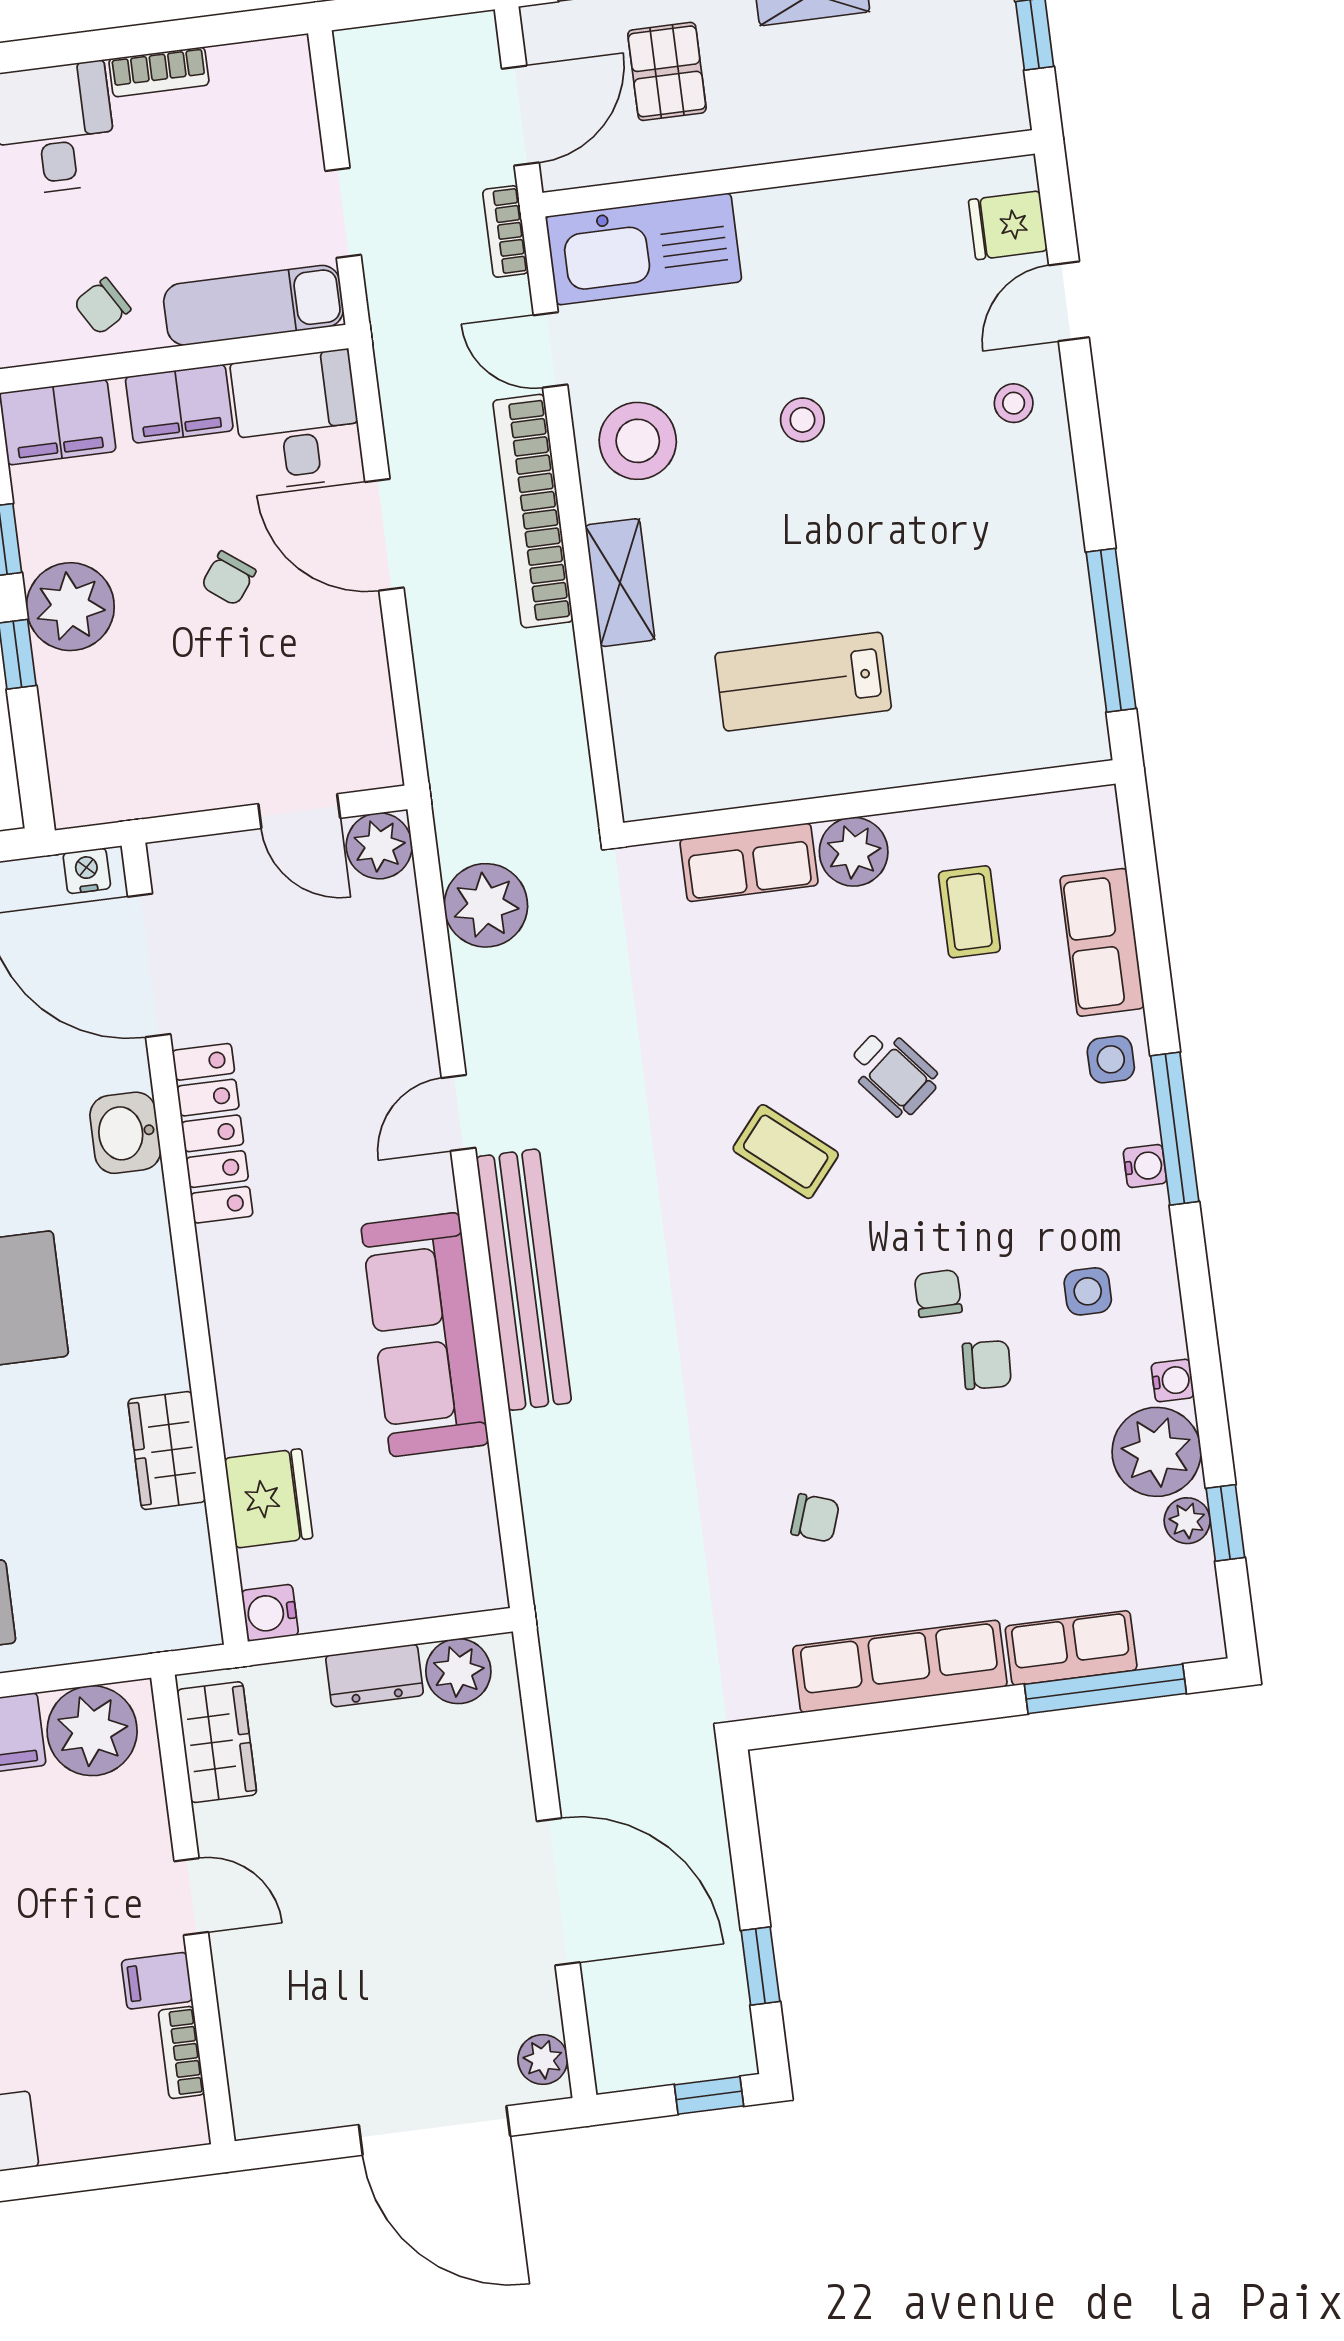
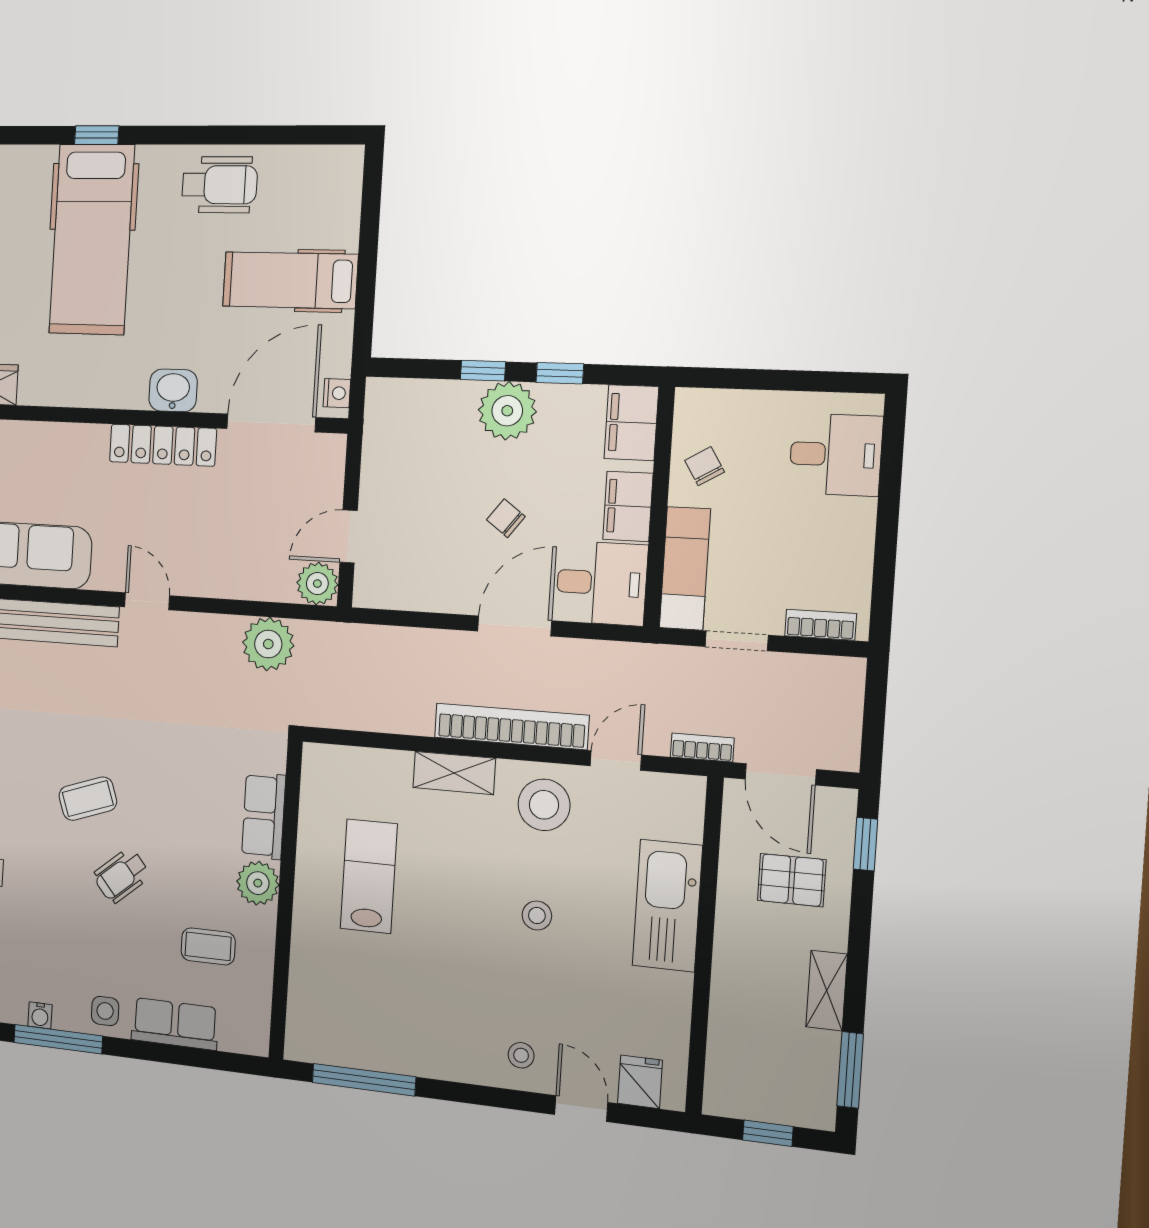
bookcase: (159, 72) -> (821, 625), moved, turned 90
kitchen sink: (644, 249) -> (667, 906), moved
coffee table: (786, 1152) -> (88, 799), turned 31

